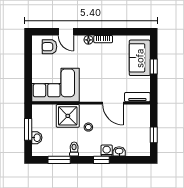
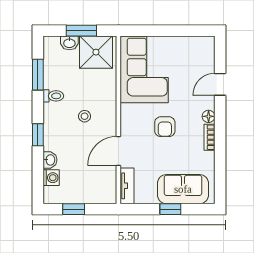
armchair: (49, 47) -> (165, 127), moved, turned 180
shower: (68, 116) -> (96, 52), moved
washing machine: (107, 151) -> (51, 178), moved

